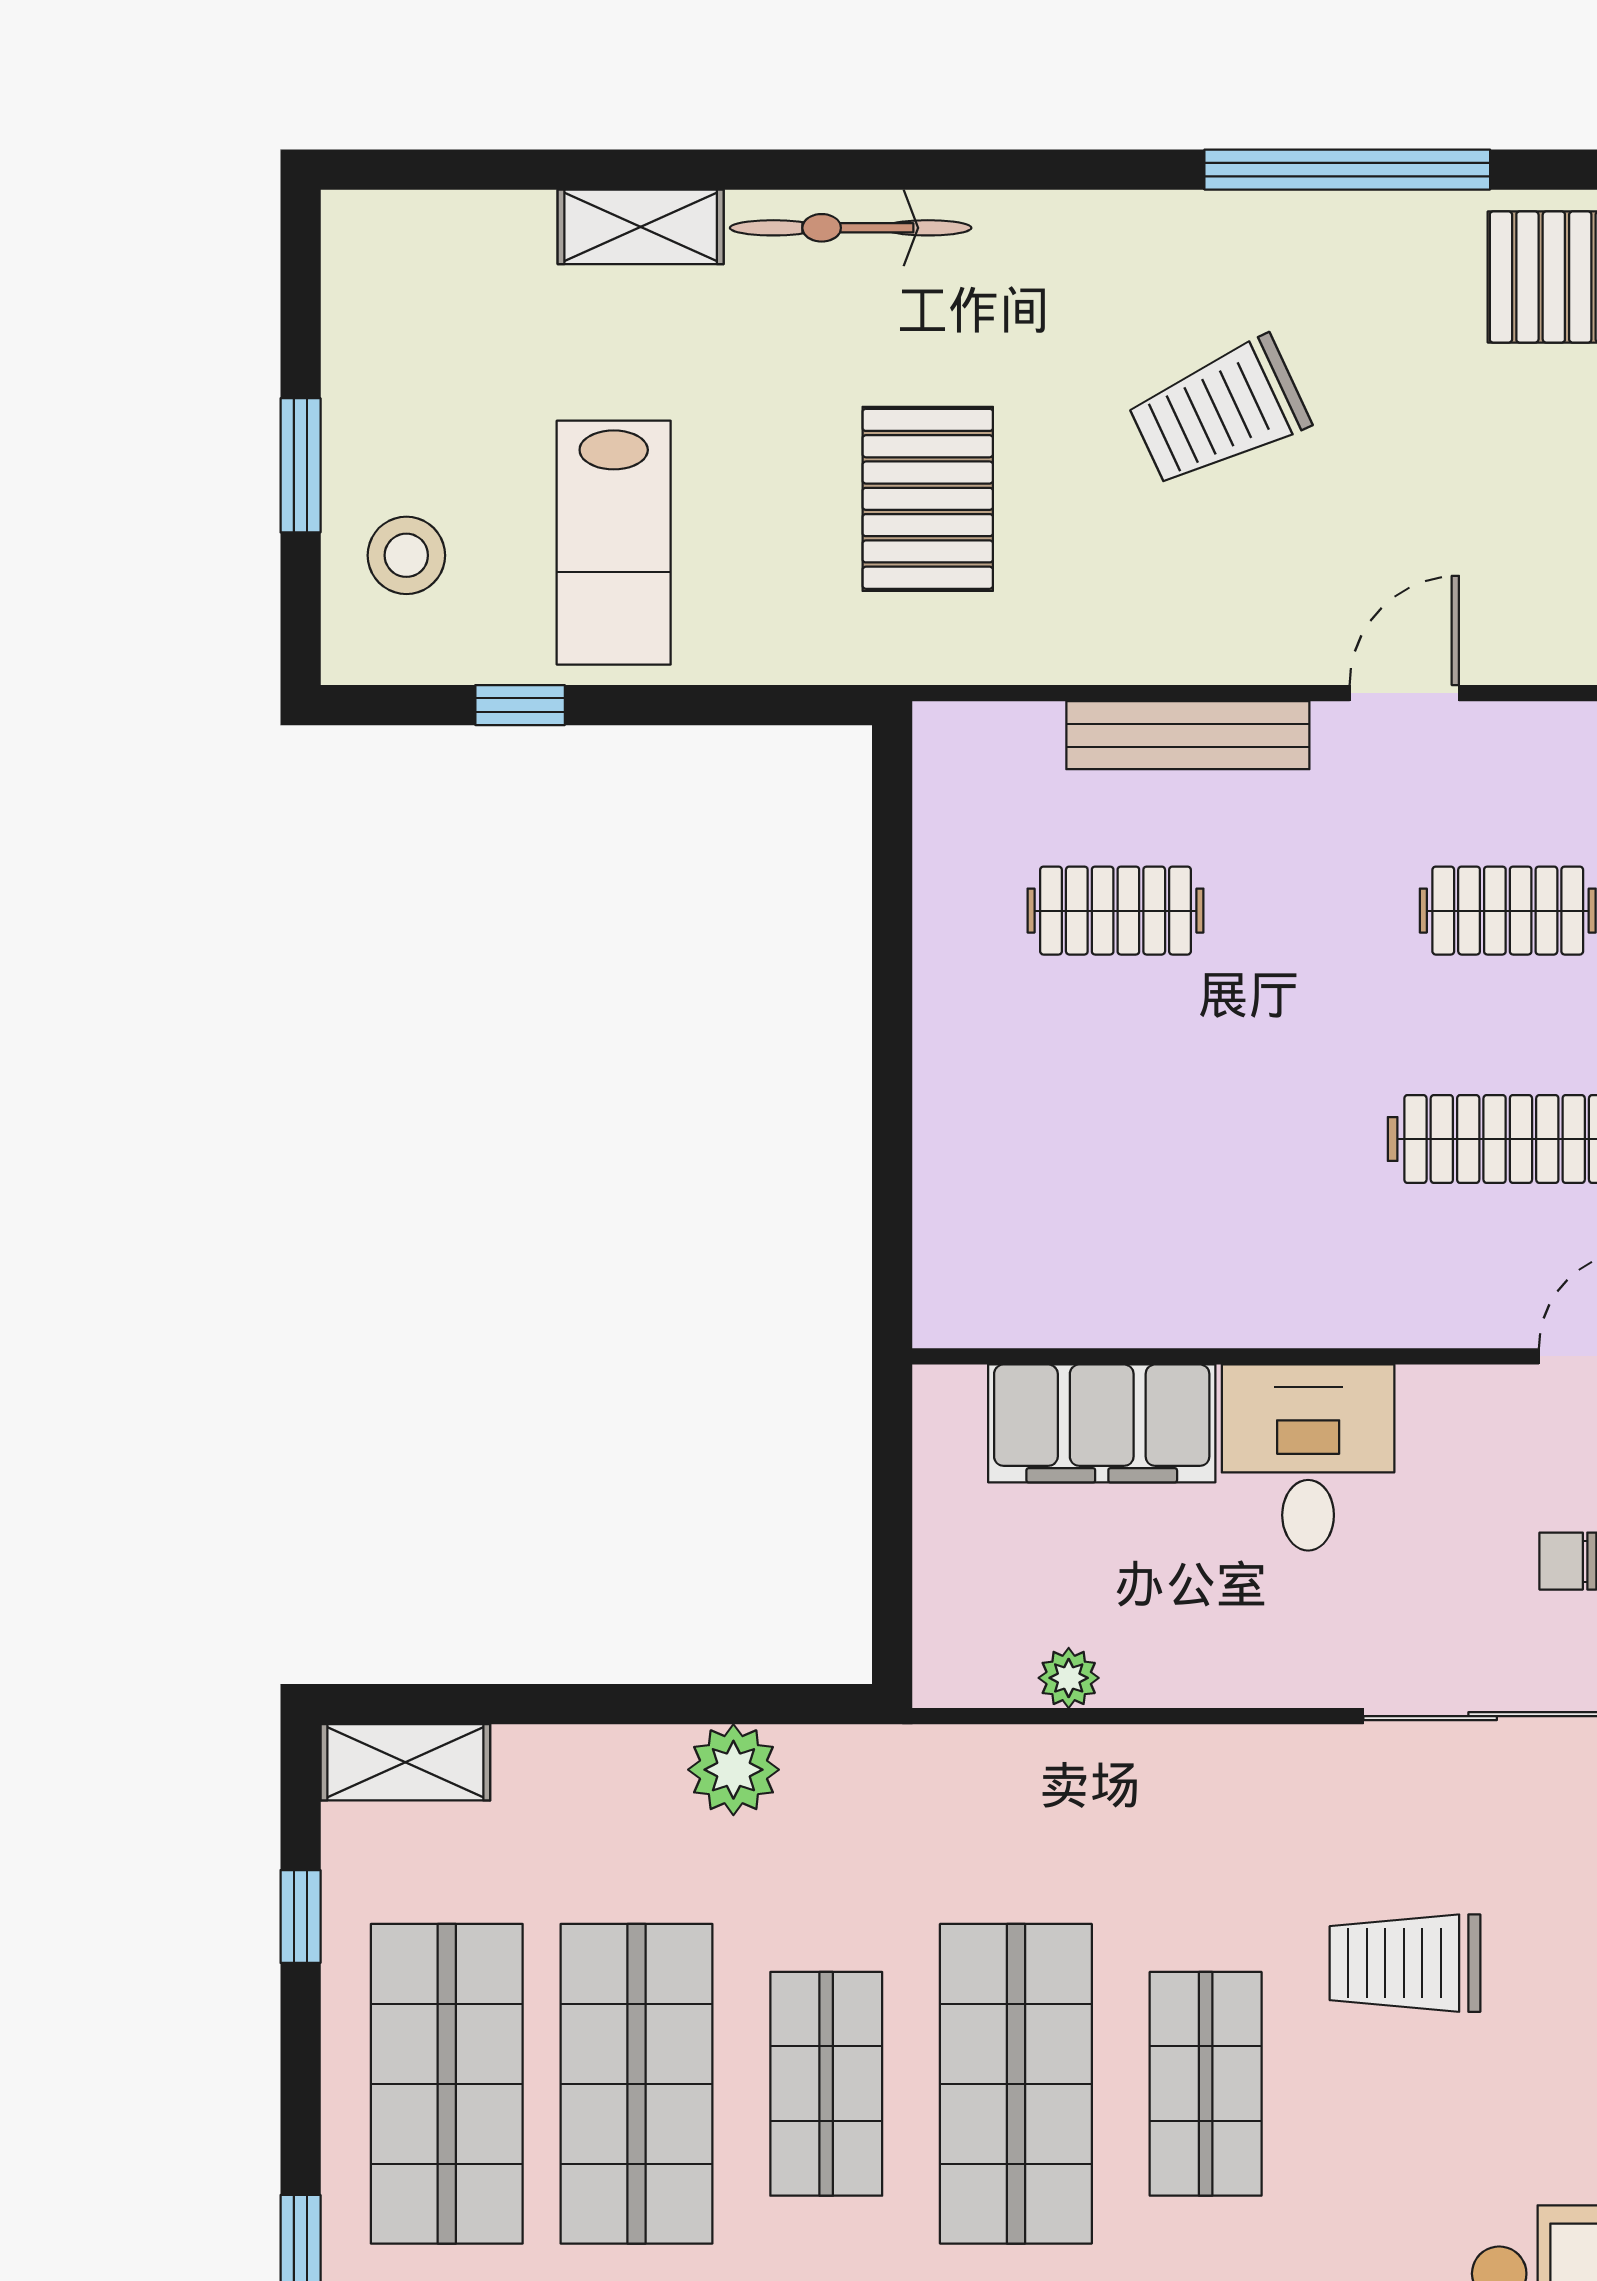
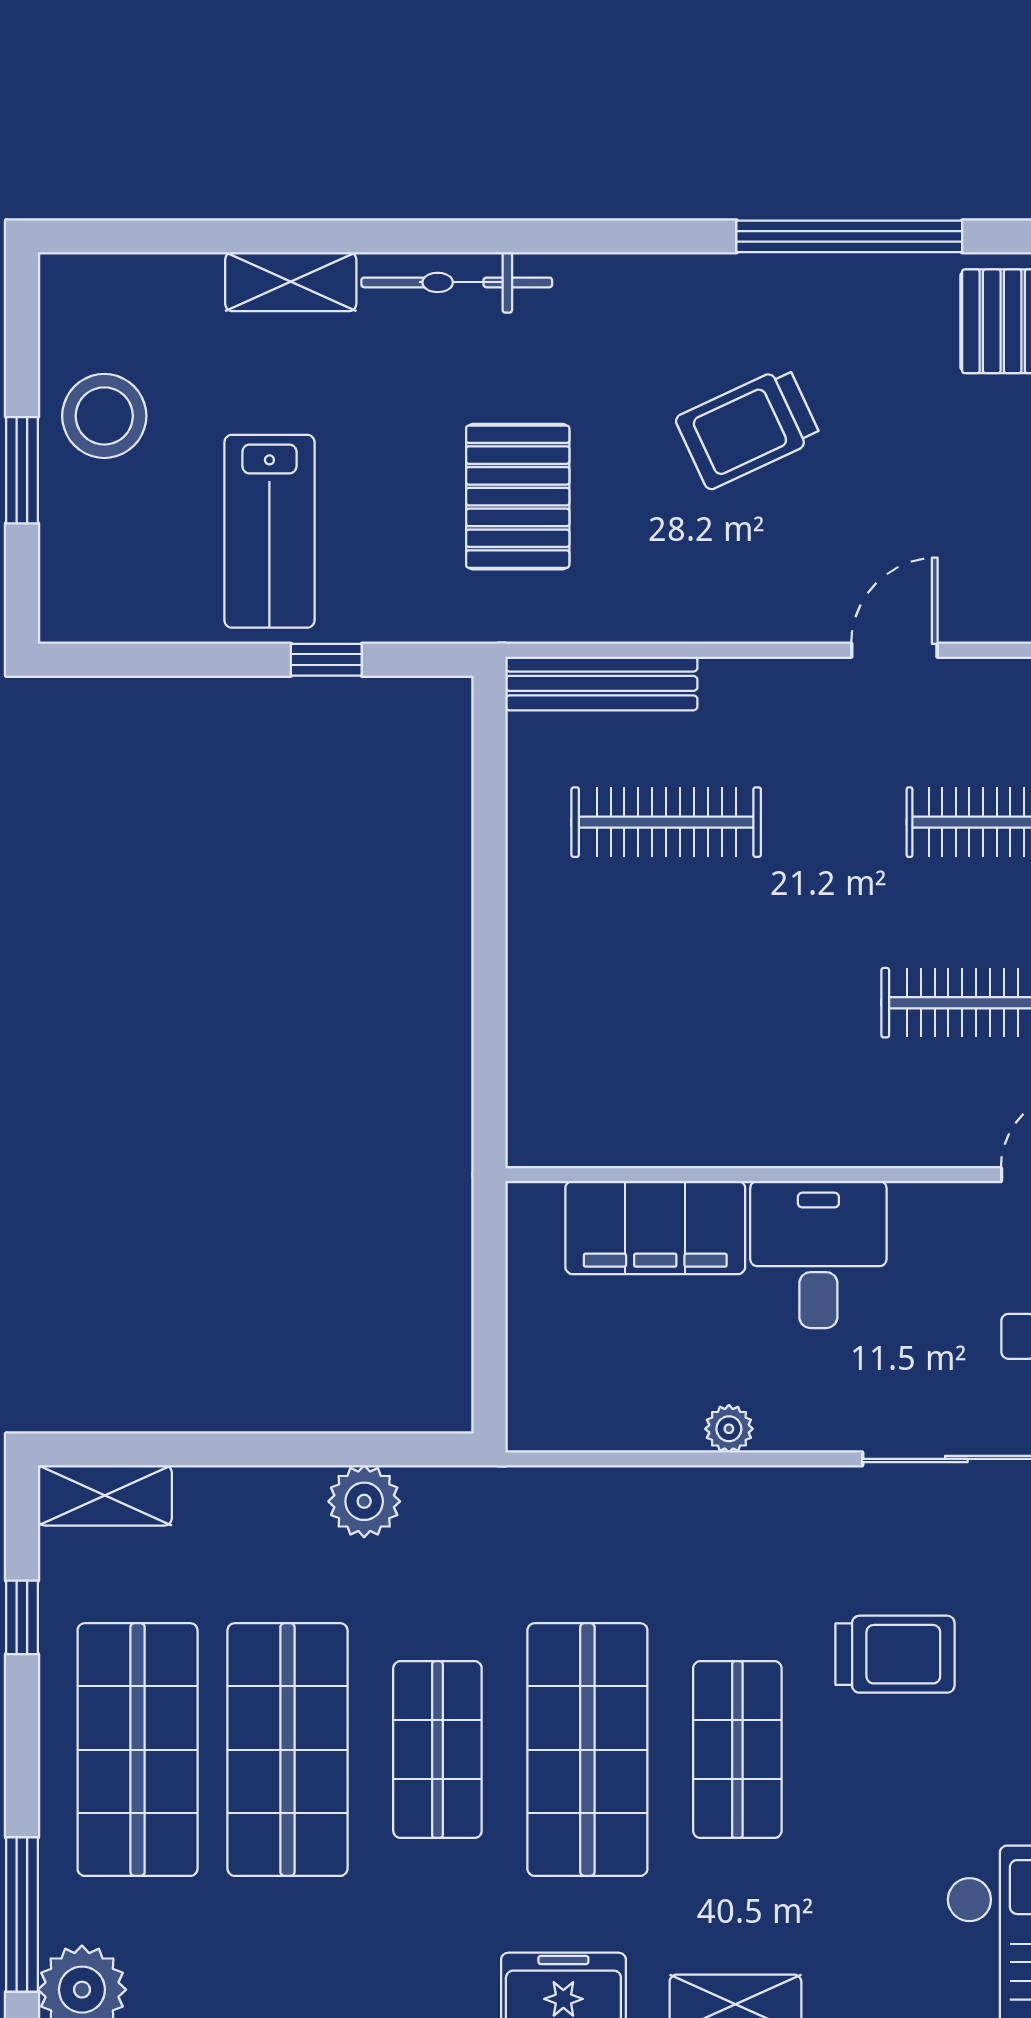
stool: (406, 555) -> (104, 416), moved, width x1.38, depth x1.38
window: (520, 705) -> (326, 660), moved
bench: (1188, 735) -> (601, 683), moved
clothes rail: (1116, 911) -> (666, 822), width x1.36
plant: (1069, 1678) -> (729, 1429), moved
trolley: (1405, 1963) -> (895, 1654), turned 180

